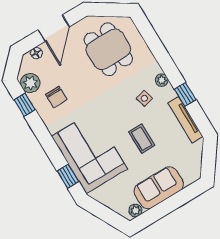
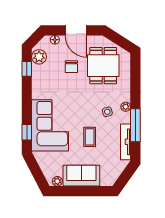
door: (54, 28) -> (76, 30), hinge flipped
window: (185, 94) -> (135, 125), width x2.17
chair: (56, 97) -> (71, 67), moved

